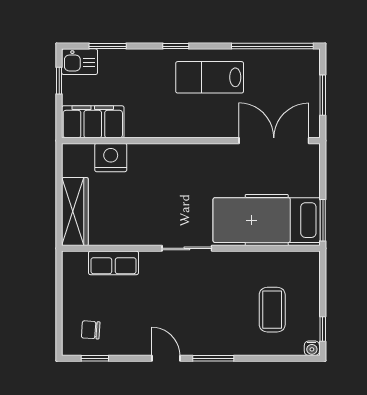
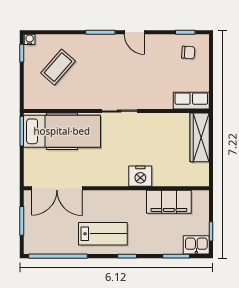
filing cabinet: (93, 122) -> (169, 202), moved
nightstand: (111, 158) -> (140, 176), moved
row of seats: (113, 263) -> (191, 101), moved
coffee table: (272, 310) -> (58, 67), turned 41

